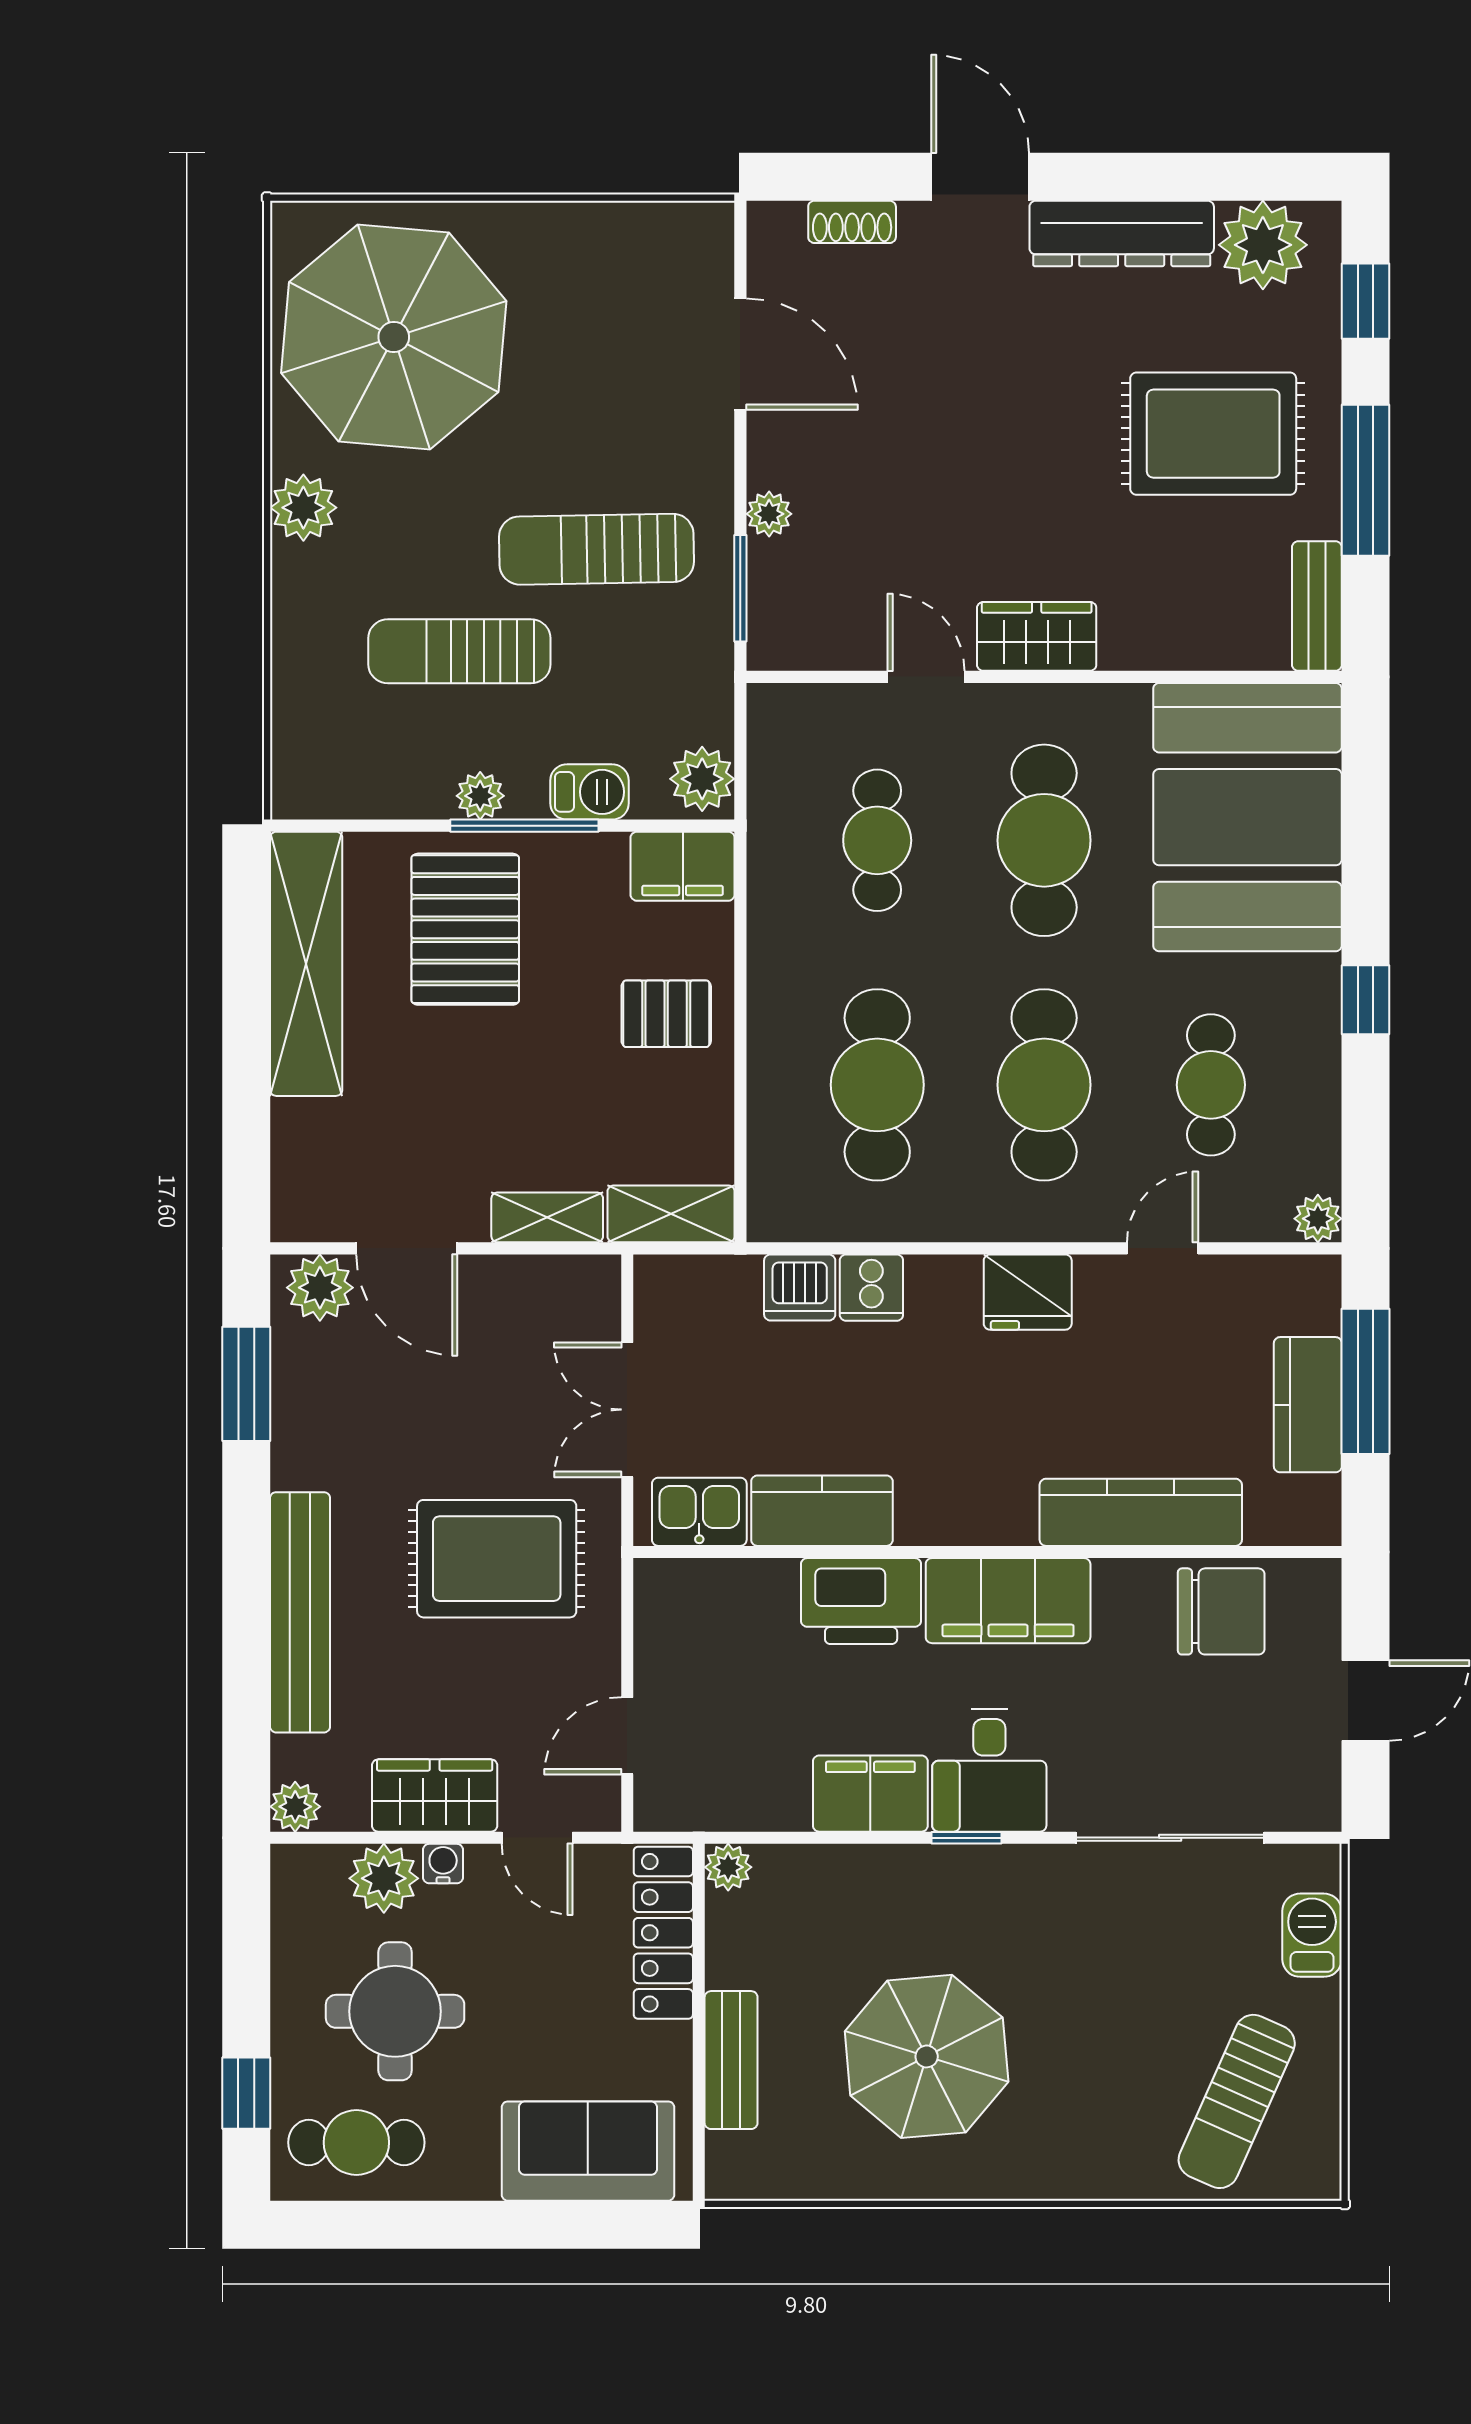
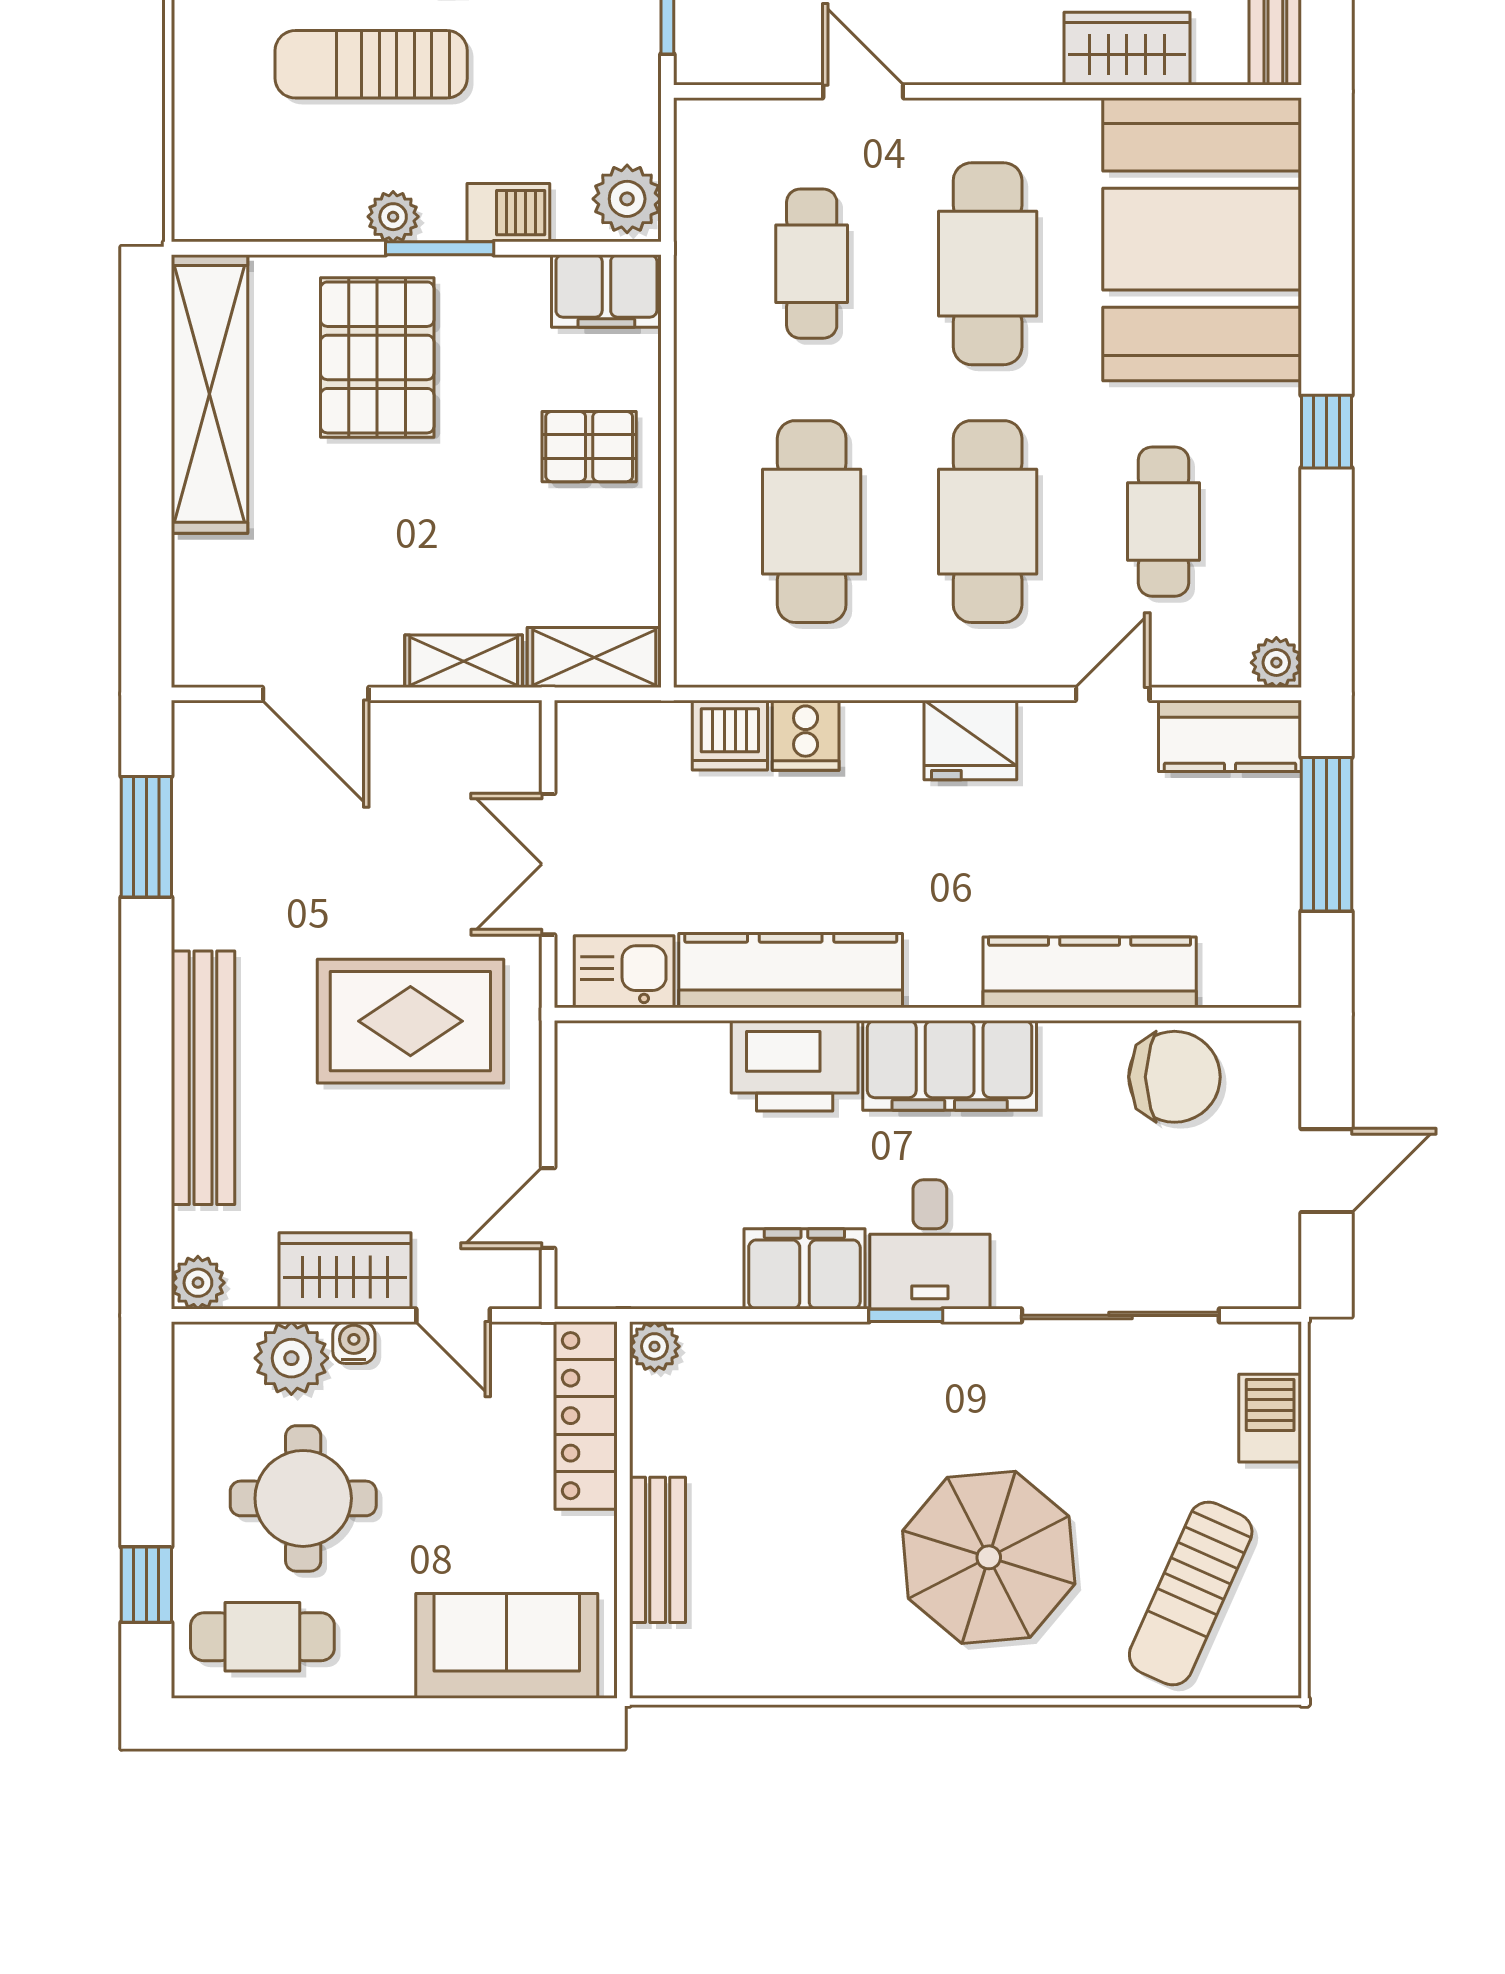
wardrobe: (1037, 636) -> (1127, 49), moved
window: (524, 826) -> (440, 248), width x0.69
plant: (320, 1288) -> (224, 735), removed
kitchen counter: (1308, 1405) -> (1230, 736), moved, turned -90
kitchen counter: (822, 1511) -> (791, 971), width x1.50
parasol: (927, 2056) -> (989, 1557), moved

